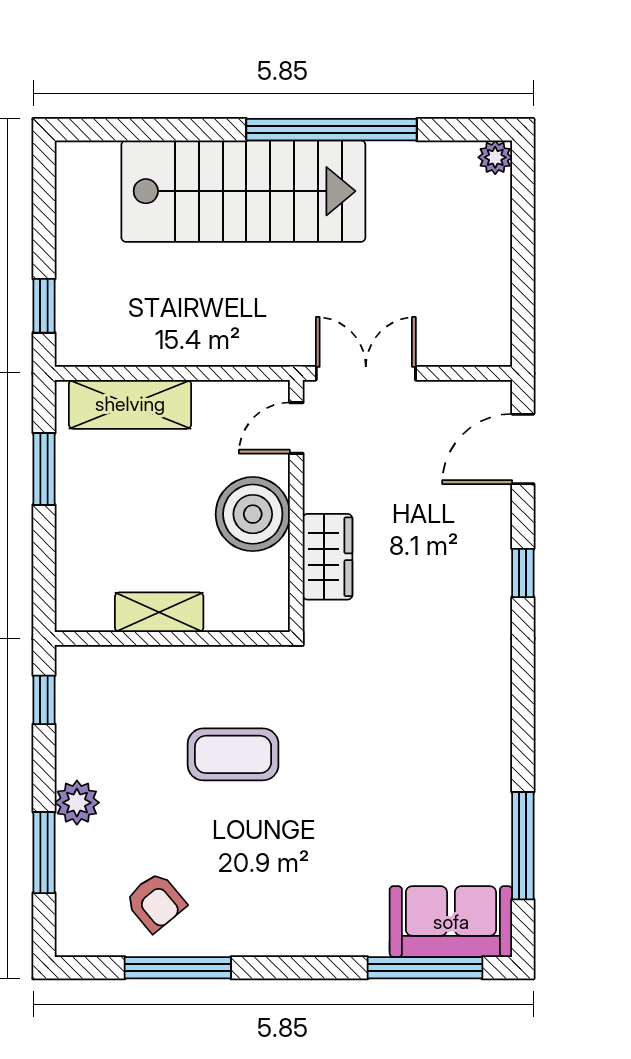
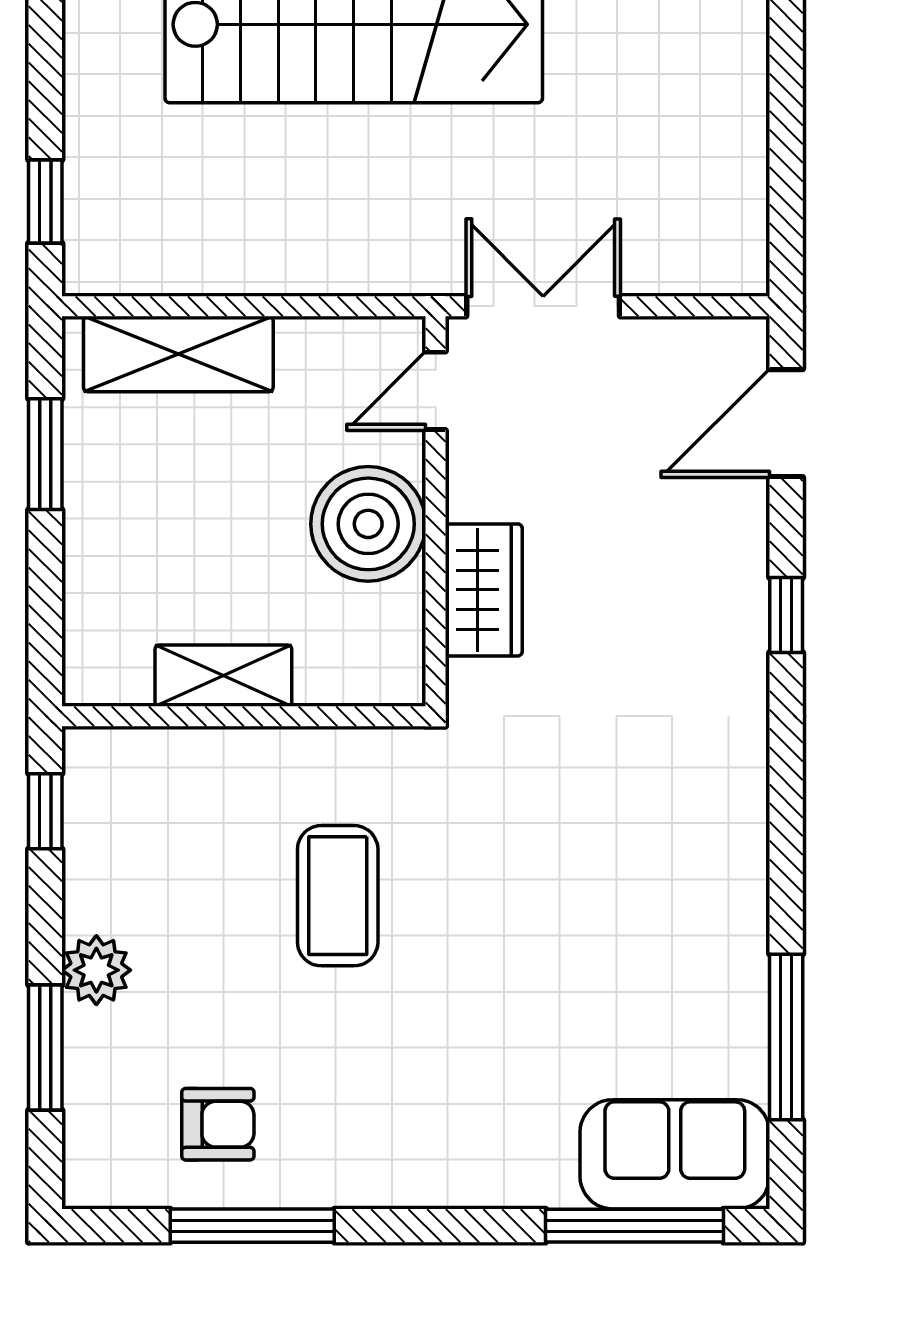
coffee table: (233, 754) -> (338, 896), turned 90
armchair: (156, 902) -> (218, 1124), turned -50

